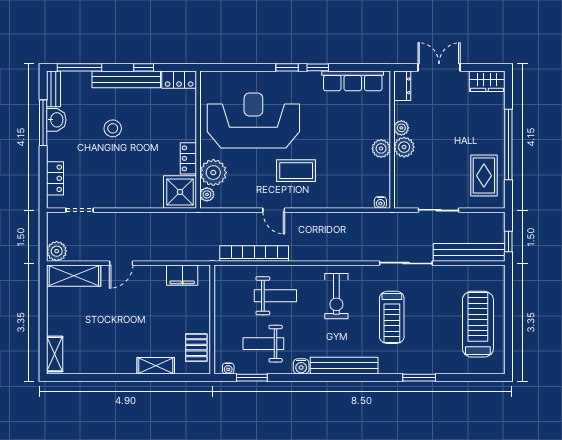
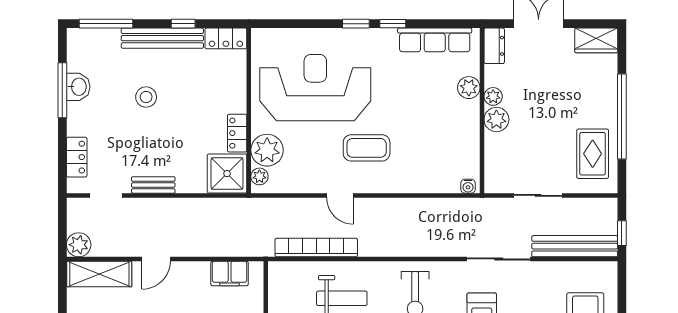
bench: (53, 89) -> (153, 185), moved, turned 90
plant: (381, 148) -> (469, 88), moved

